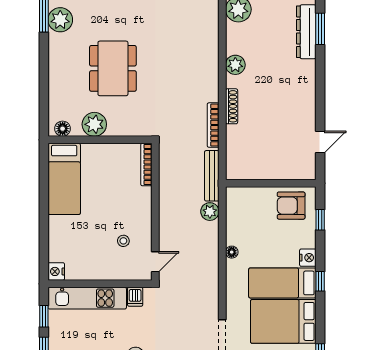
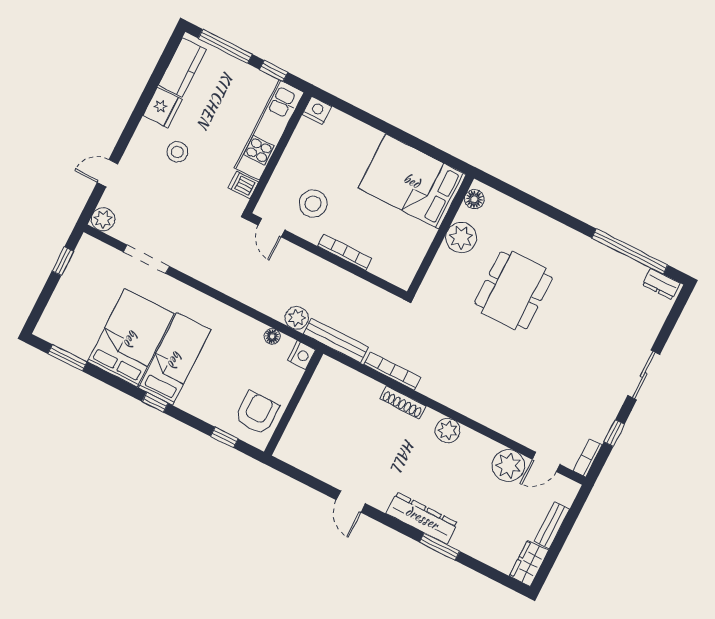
plant: (60, 20) -> (598, 259), removed
dresser: (306, 32) -> (422, 518), moved
dining table: (113, 68) -> (514, 290), turned 90
door: (320, 142) -> (351, 502), moved
bookcase: (146, 164) -> (345, 252), moved
bed: (64, 179) -> (412, 181), width x1.50
stool: (123, 241) -> (313, 204), width x1.89, depth x1.89
floor lamp: (232, 252) -> (272, 336), moved
nightstand: (308, 258) -> (302, 355), moved, turned -90

